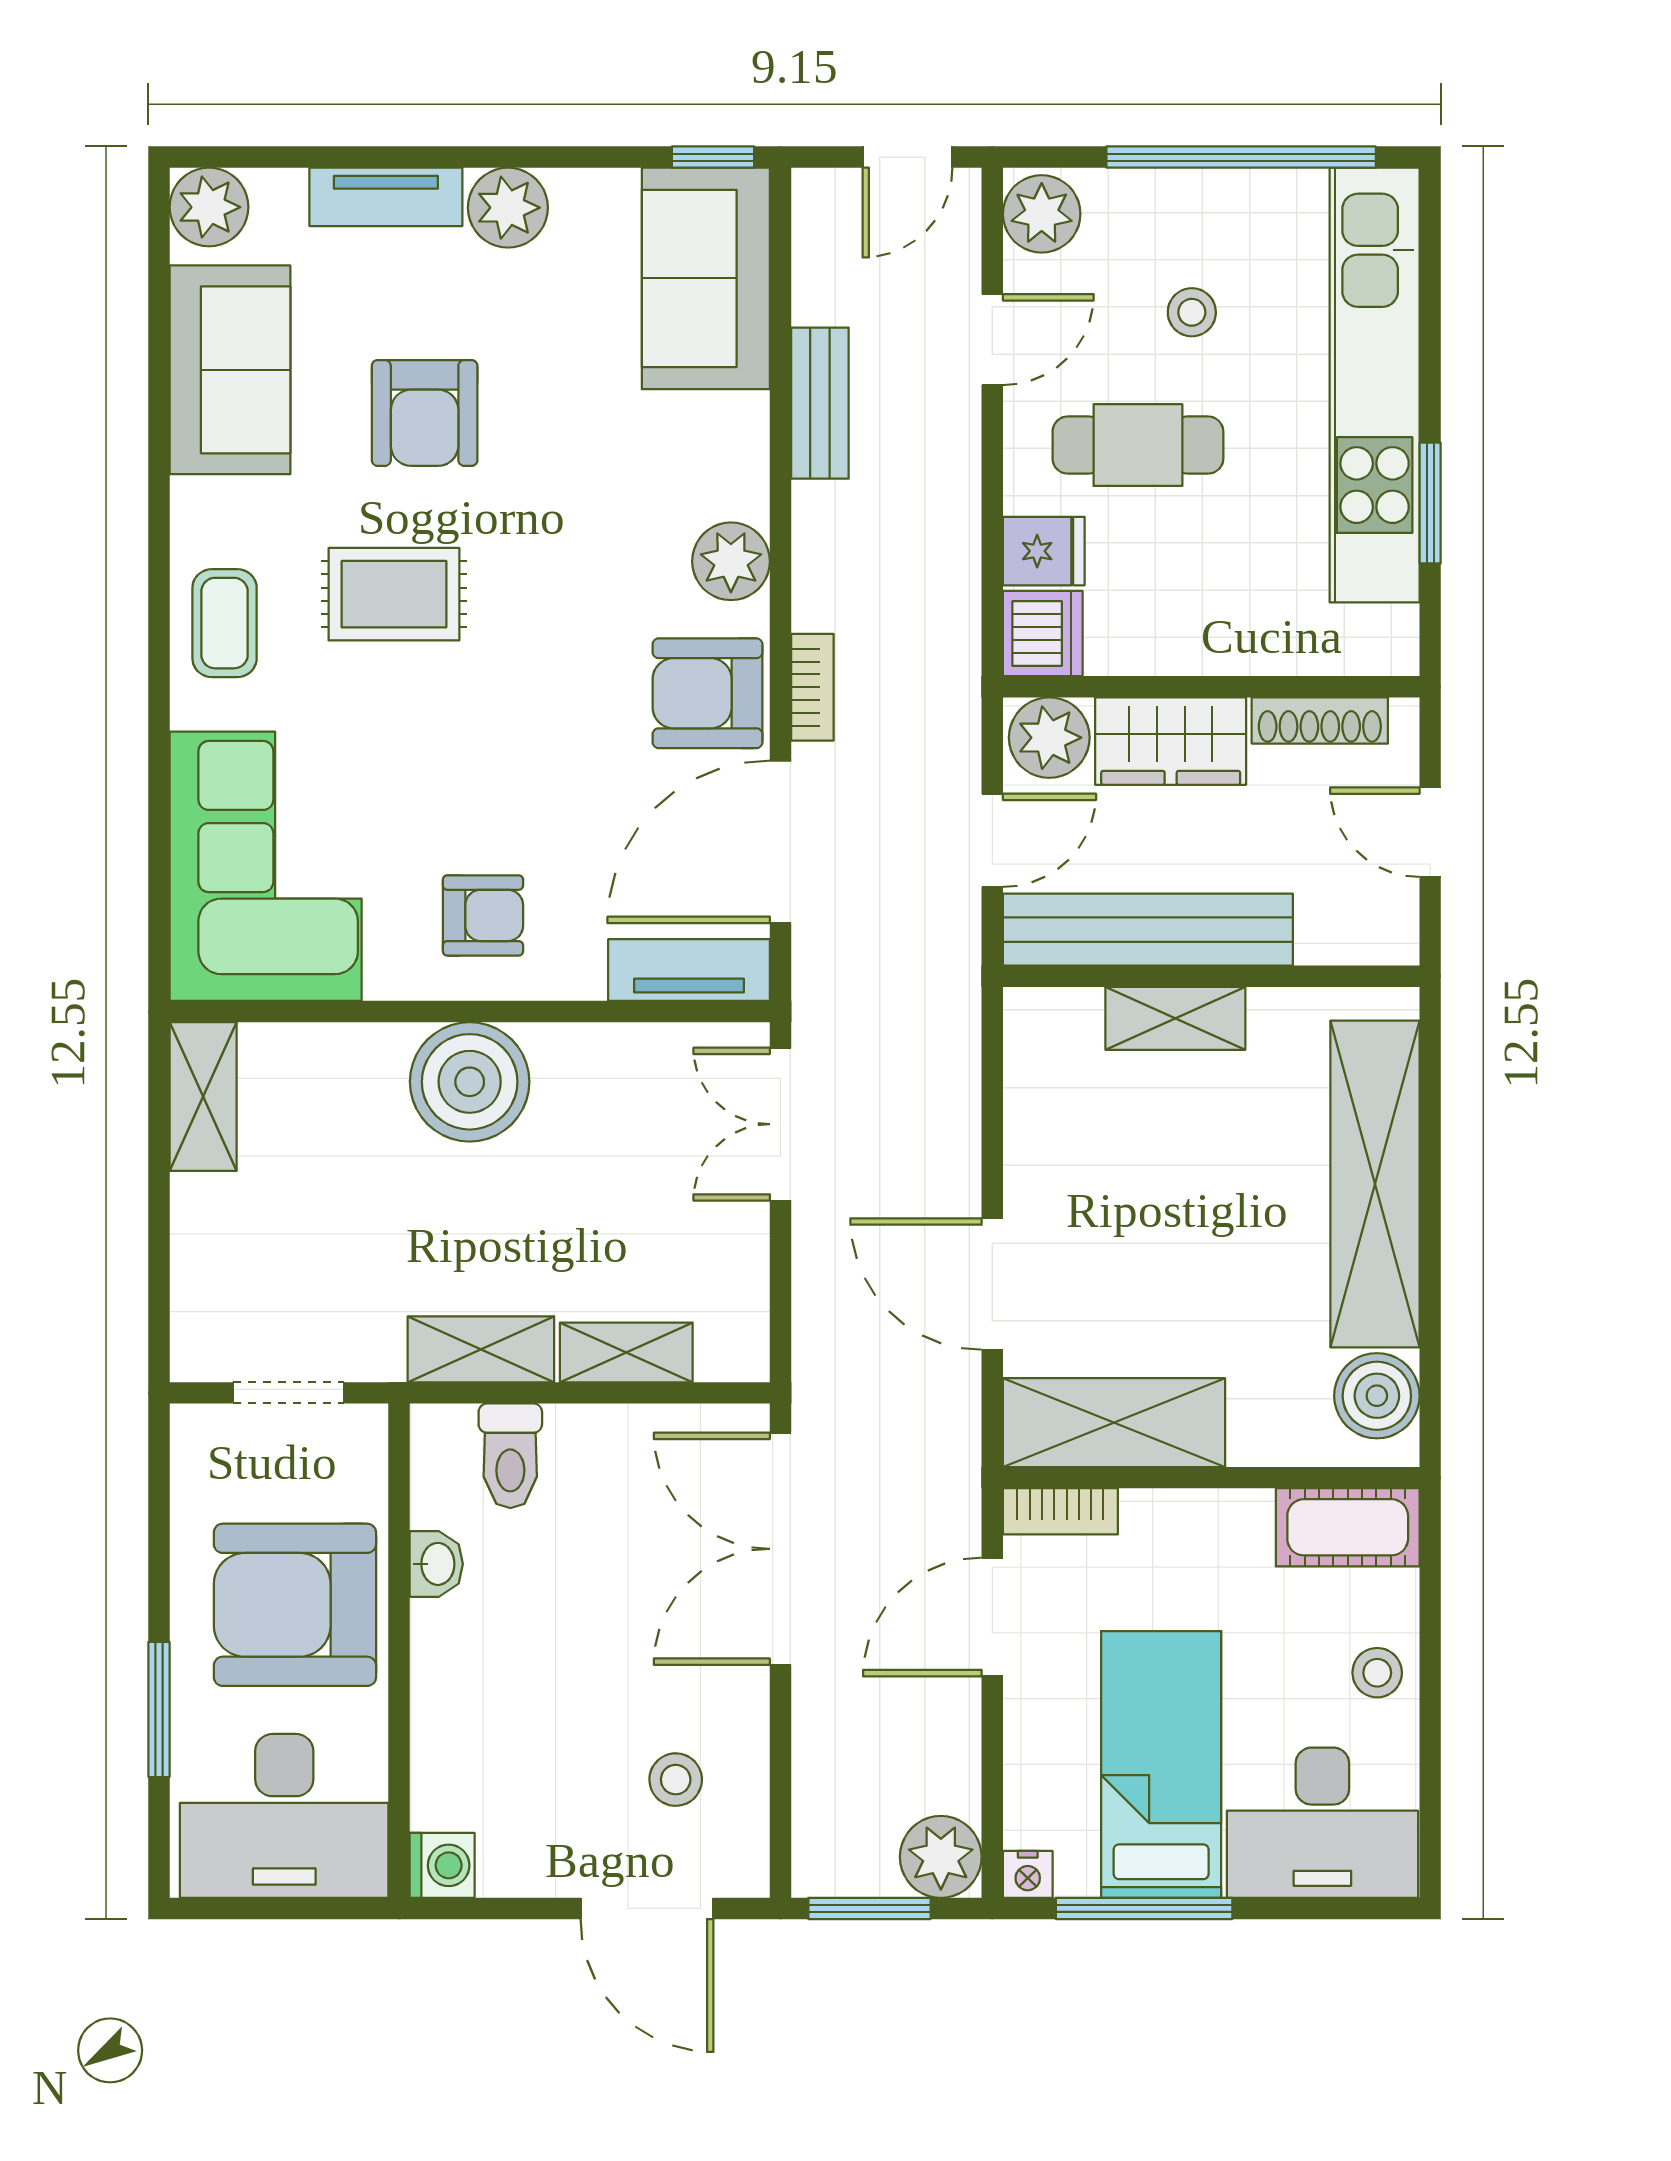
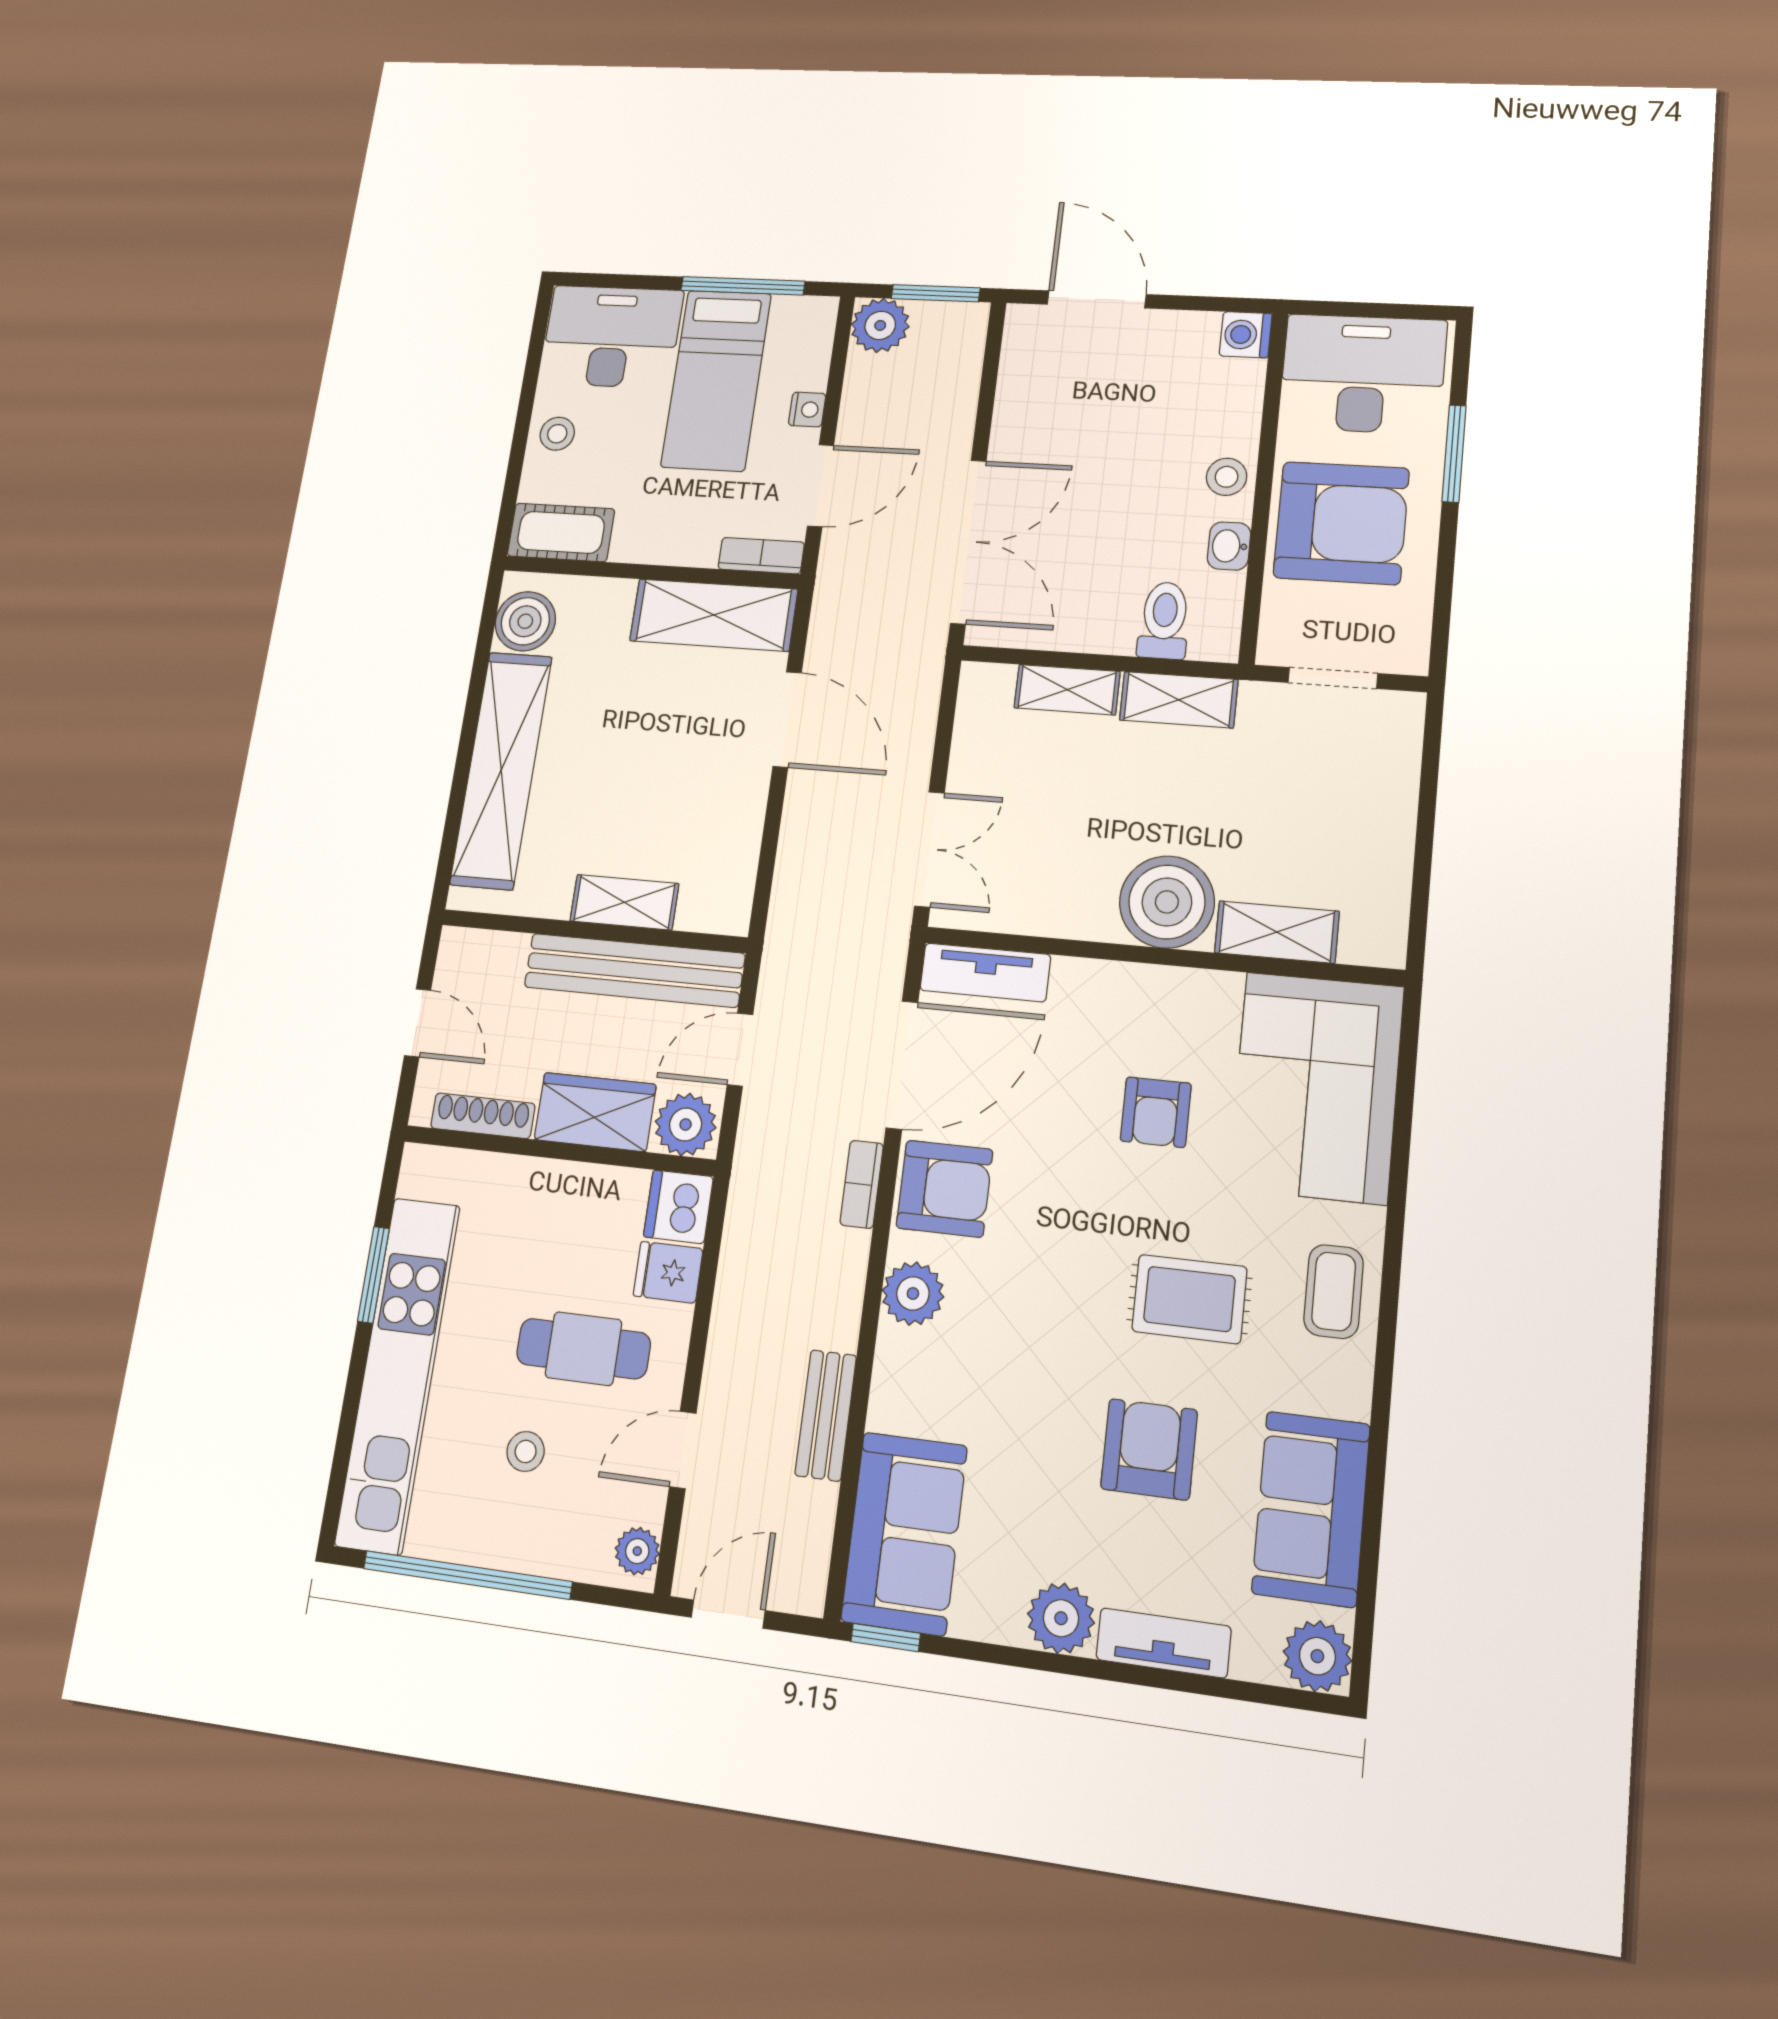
plant: (1042, 214) -> (637, 1551), width x0.73, depth x0.73
armchair: (483, 915) -> (1156, 1112), moved, turned -90
shelving: (203, 1097) -> (1277, 932), moved, turned 90
stool: (676, 1780) -> (1227, 477), moved
nightstand: (1028, 1874) -> (807, 410), moved, turned 90

